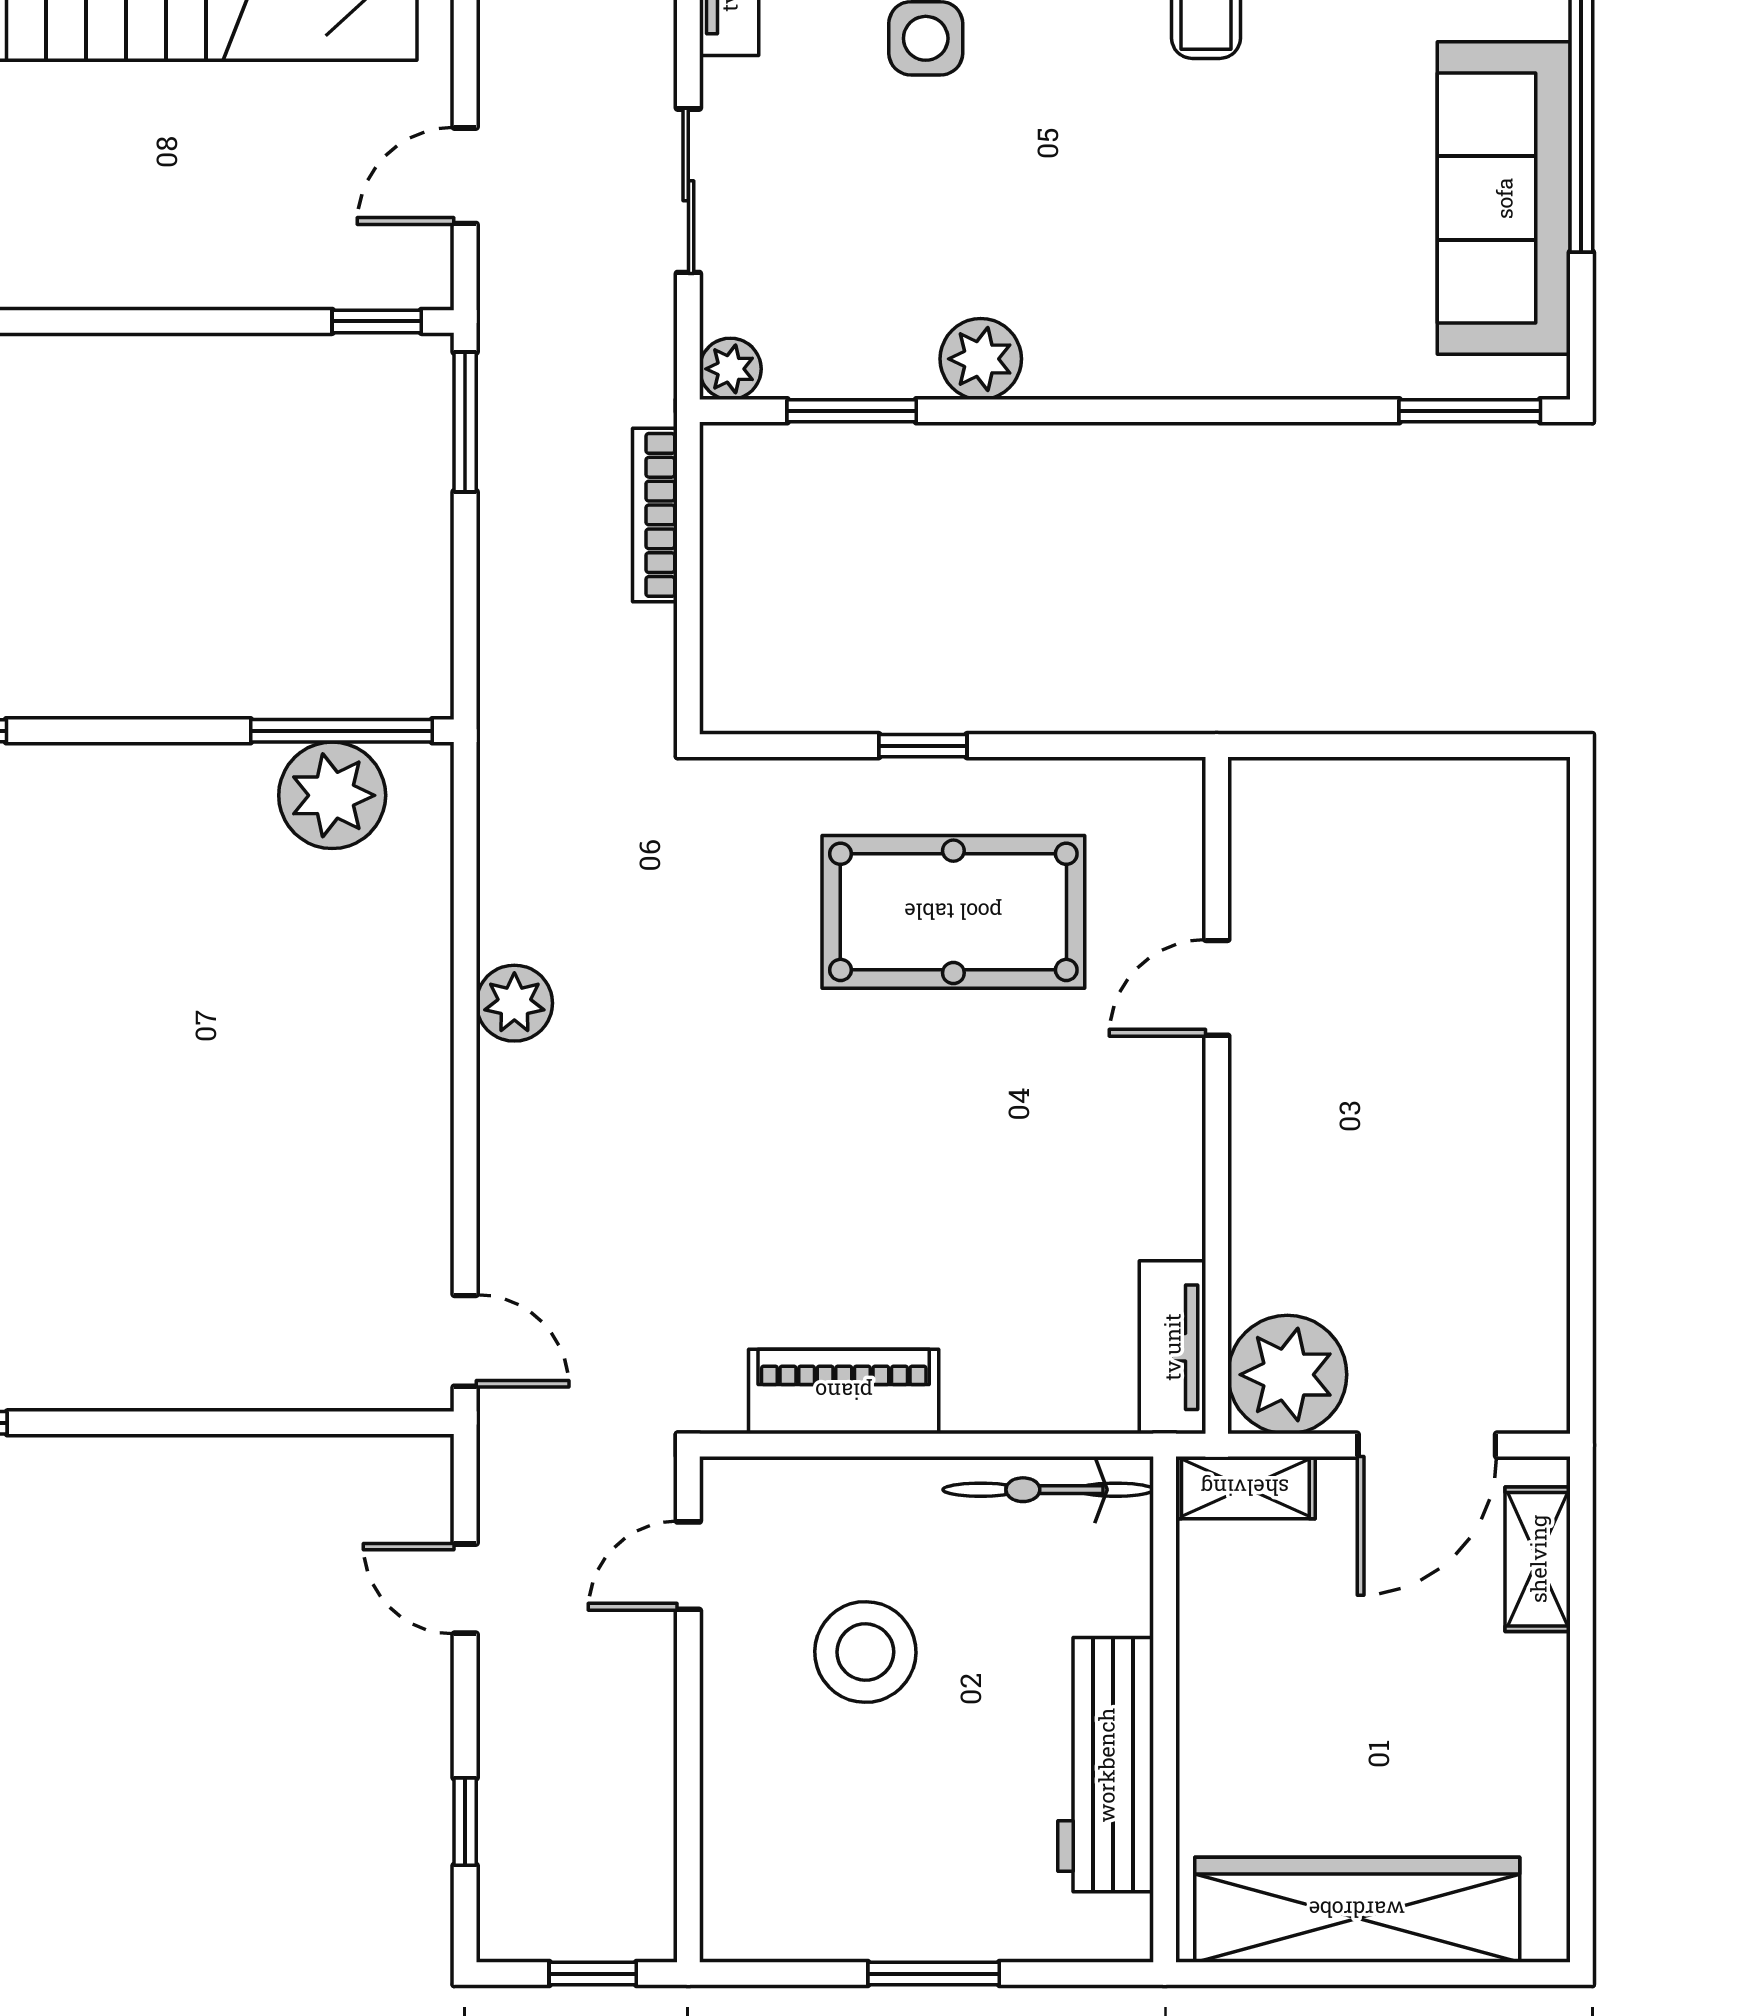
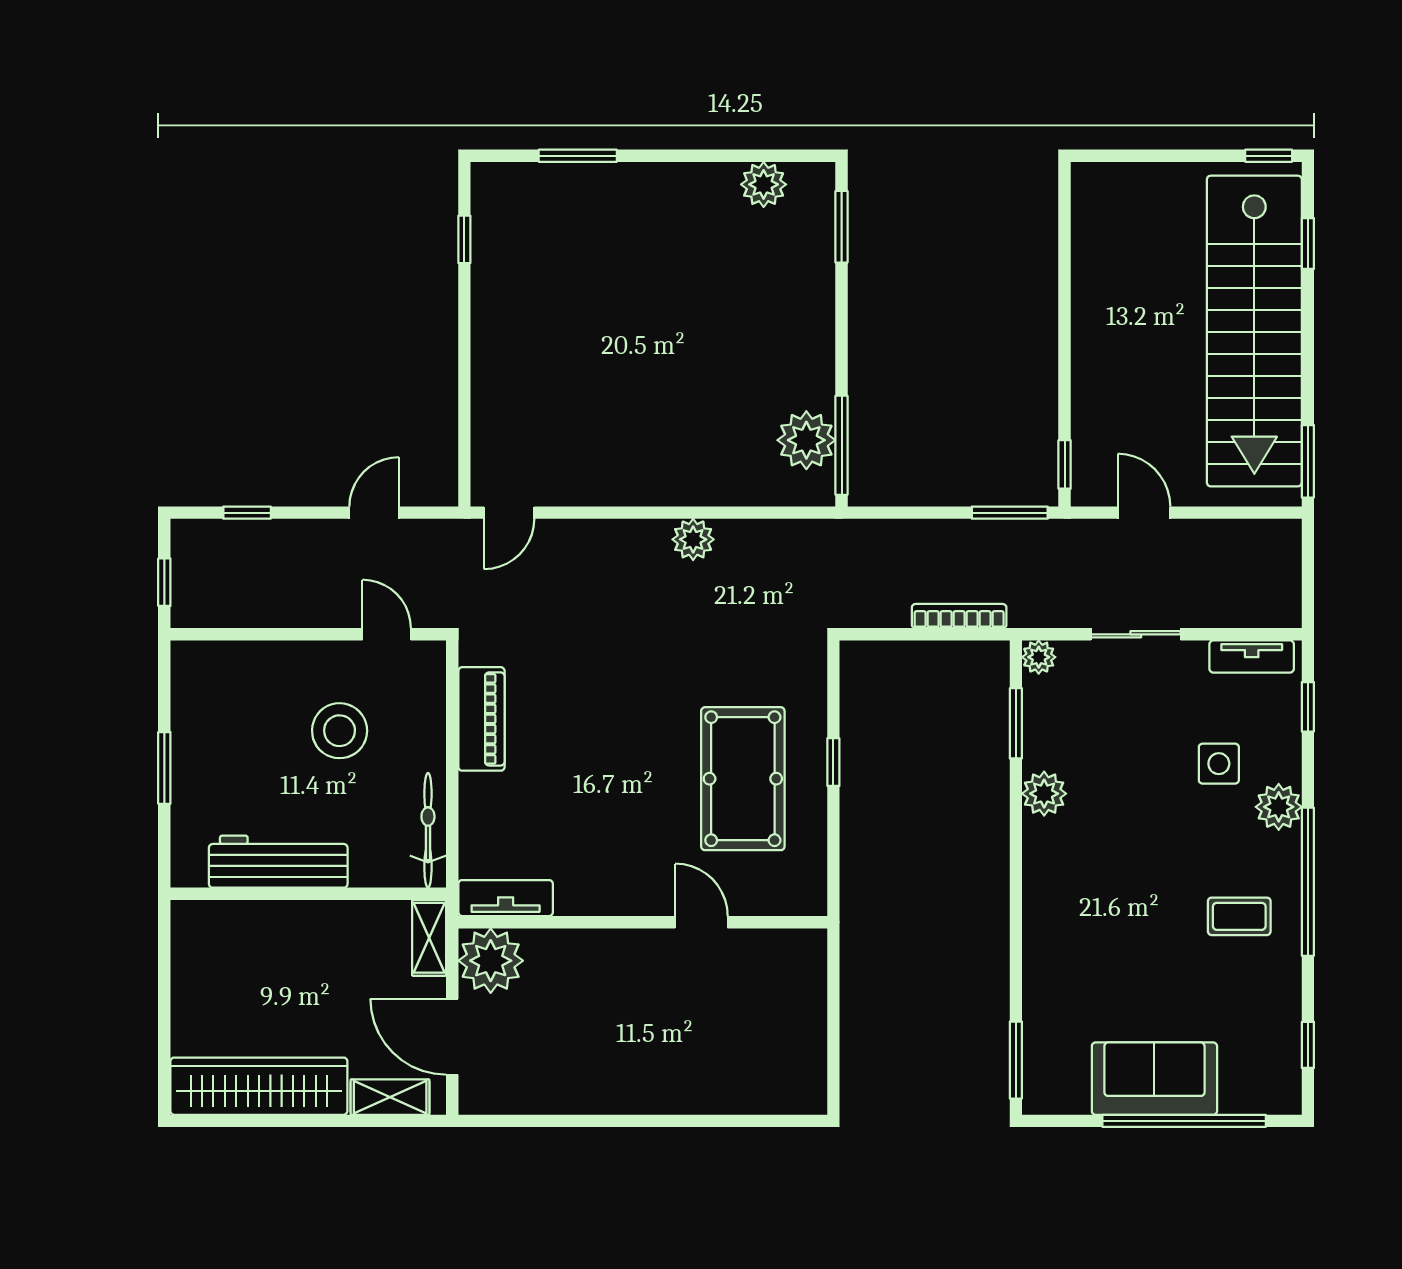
sofa: (1504, 198) -> (1154, 1079), width x0.73
wardrobe: (1357, 1910) -> (259, 1086), moved, turned -90

